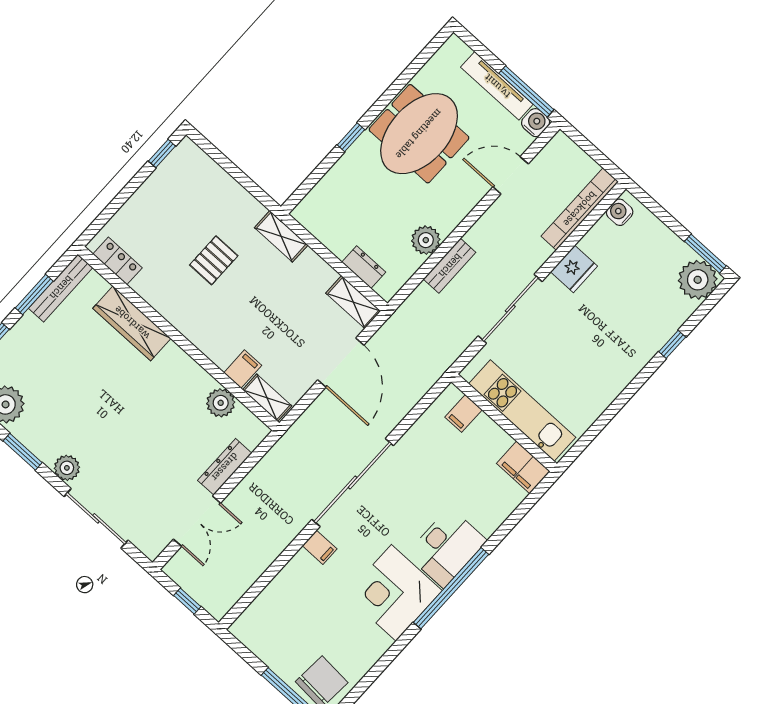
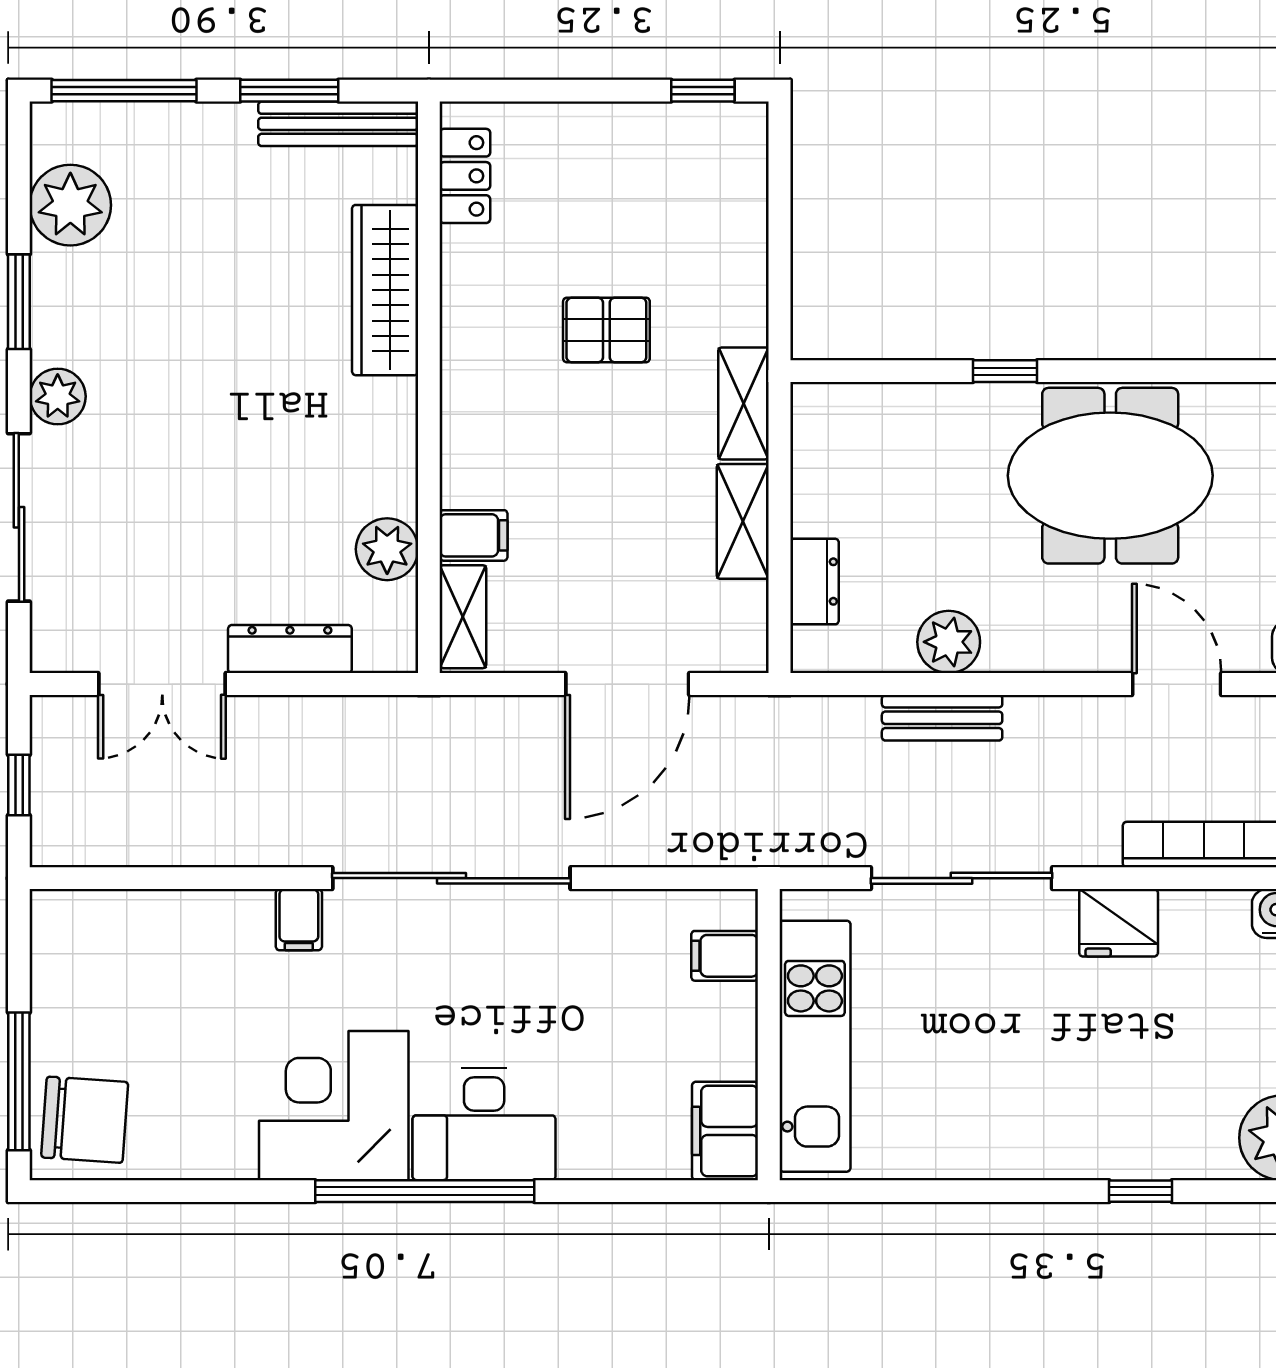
shelving: (353, 302) -> (743, 521), moved

